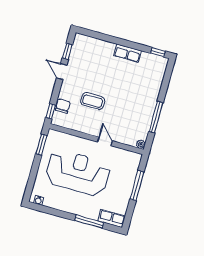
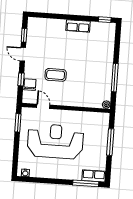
window: (51, 111) -> (21, 79), moved
door: (105, 141) -> (43, 106), moved
window: (89, 222) -> (86, 183), moved

